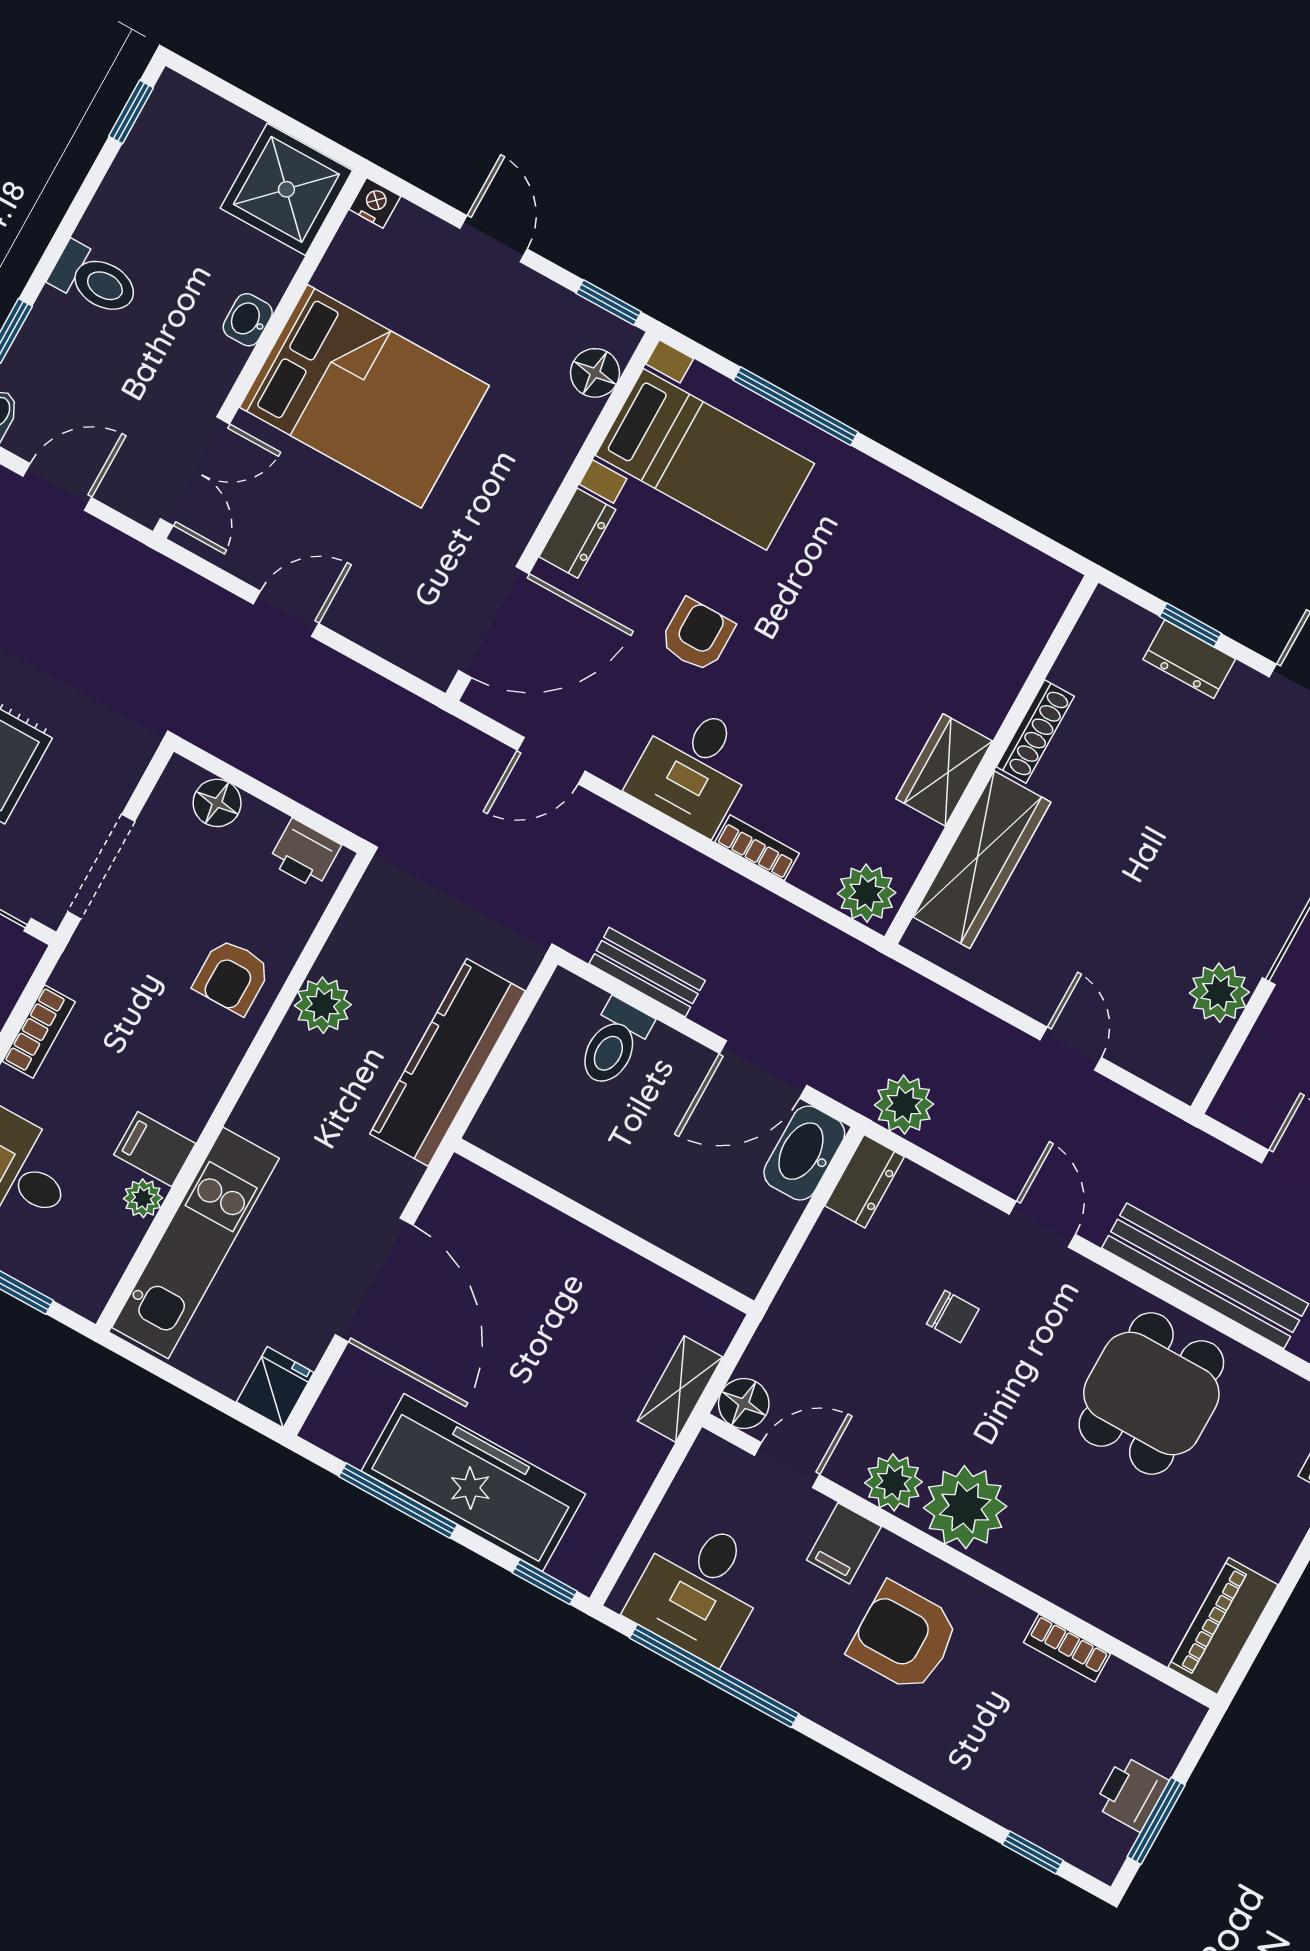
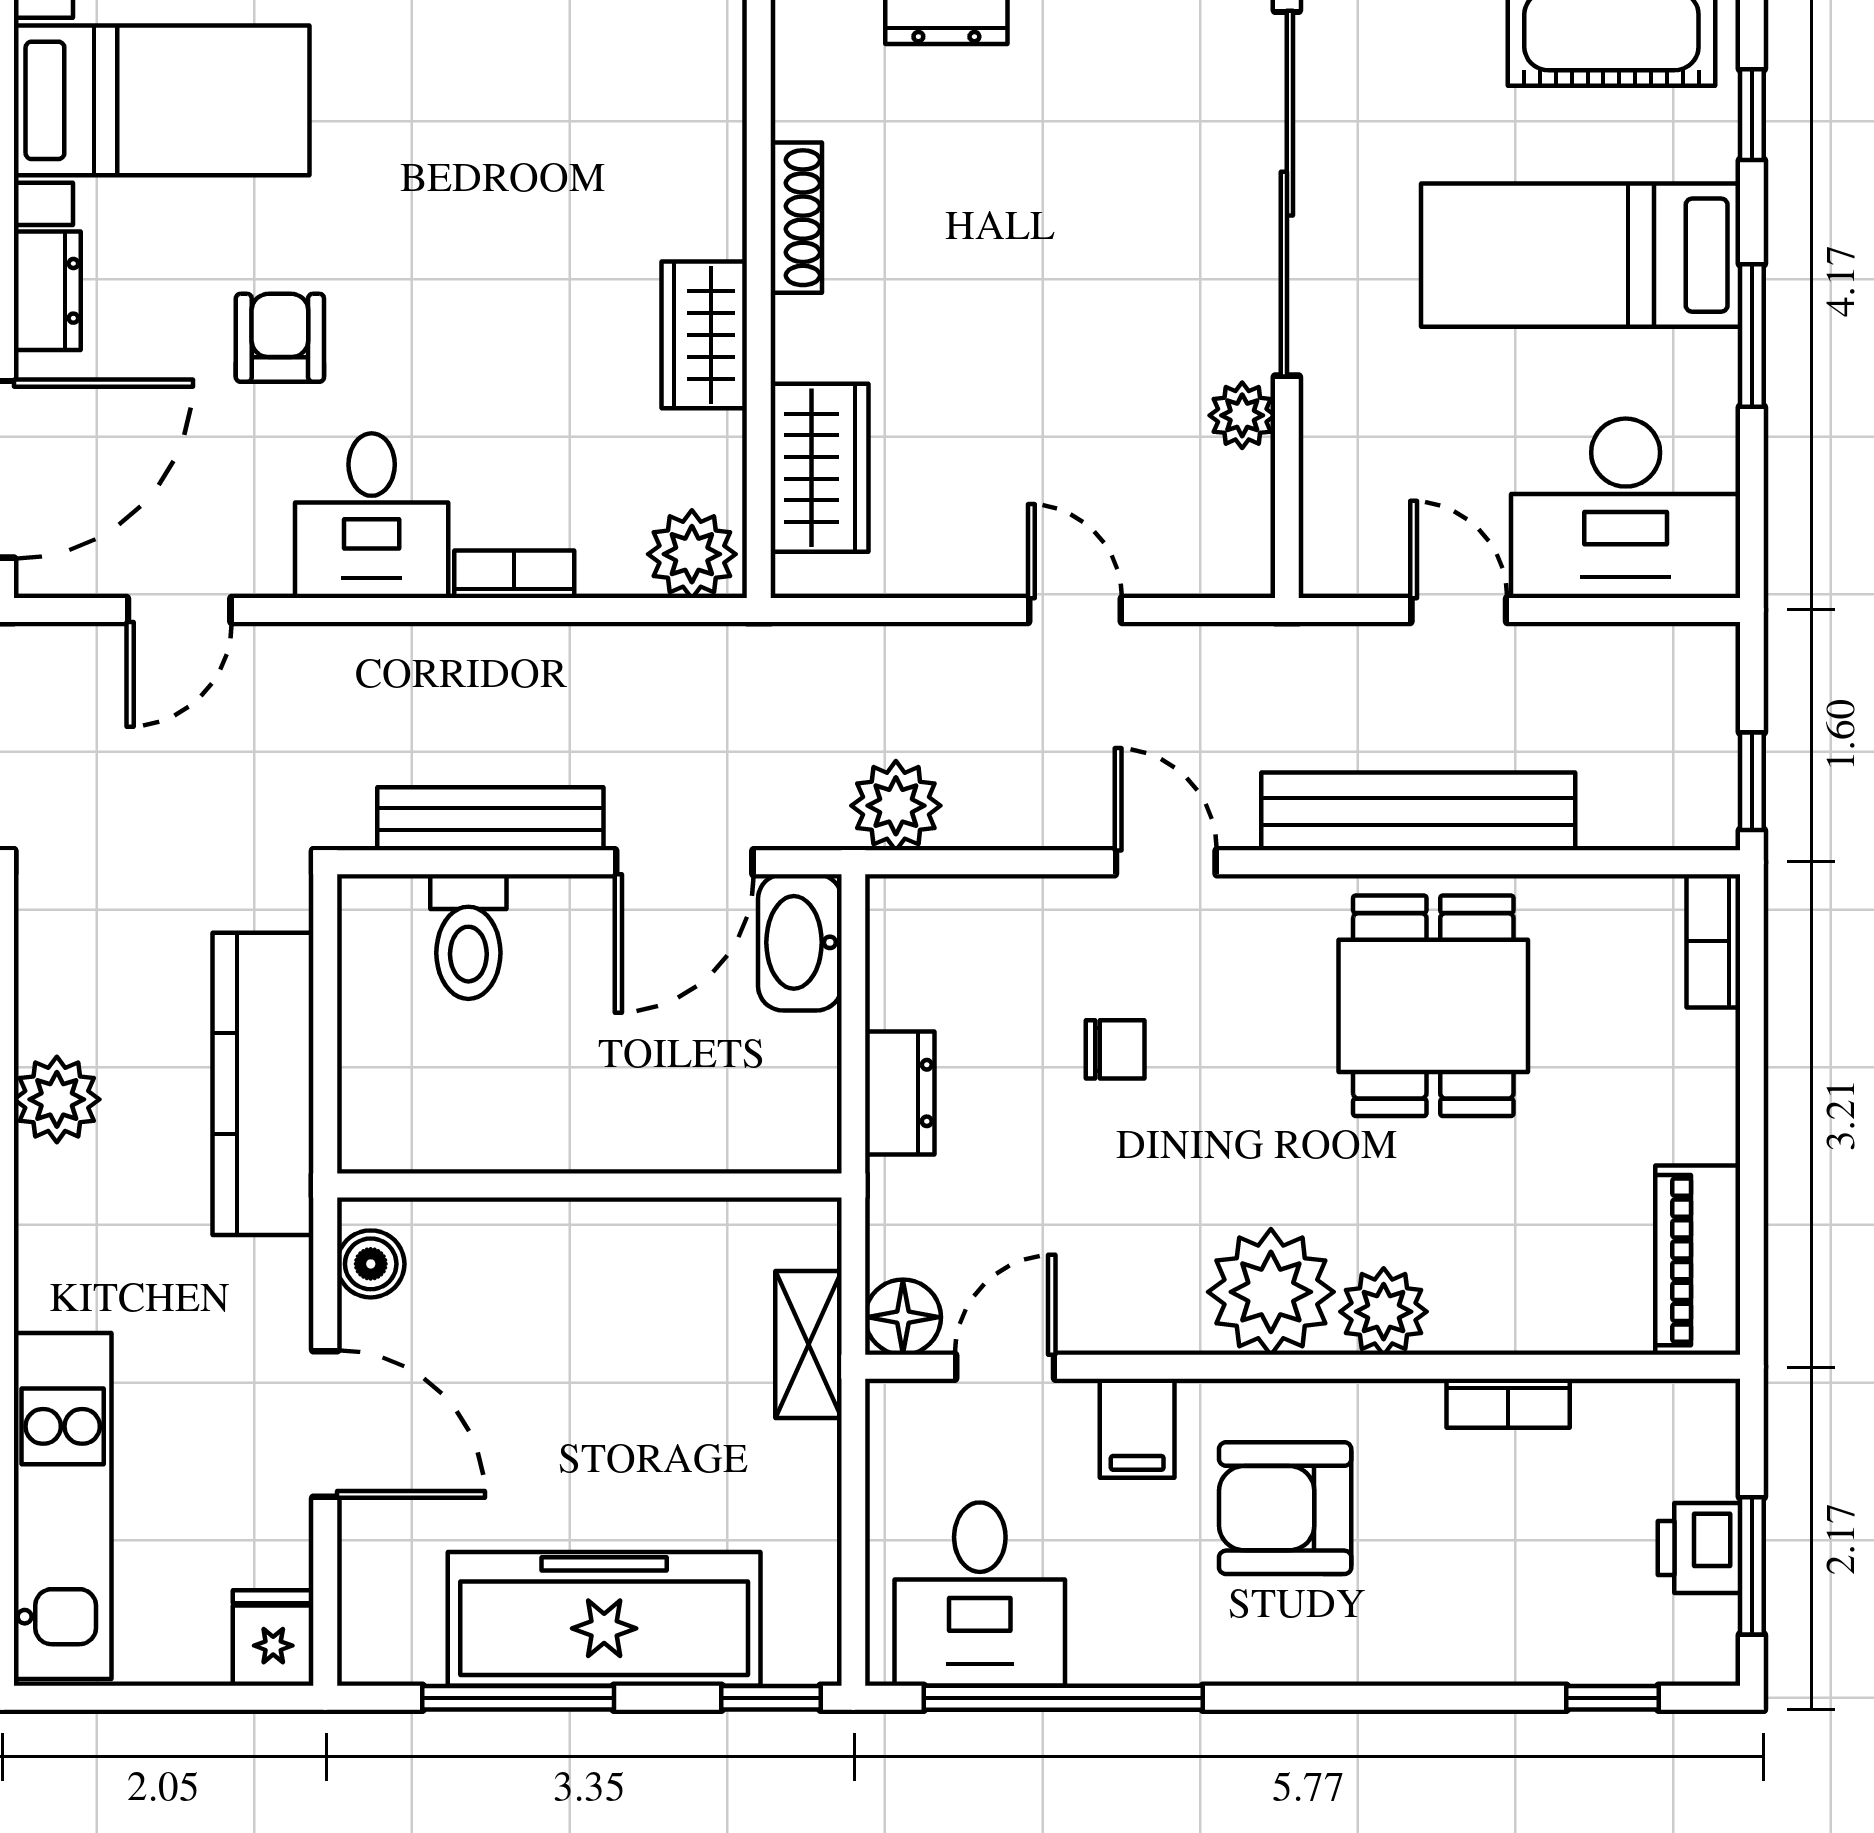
wardrobe: (982, 860) -> (819, 468), width x0.67
bench: (647, 972) -> (490, 819), width x1.36
plant: (1219, 993) -> (1242, 415), width x0.73, depth x0.73
dresser: (864, 1181) -> (900, 1093), moved
boiler: (452, 1202) -> (371, 1264), added
door: (374, 1280) -> (325, 1424), width x0.73
plant: (893, 1482) -> (1384, 1312), moved

